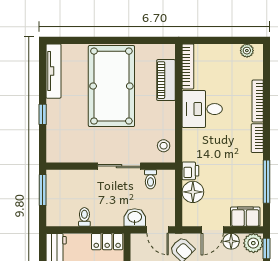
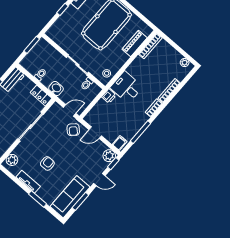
desk: (202, 109) -> (126, 87), moved
floor lamp: (193, 192) -> (102, 107), removed
washbasin: (135, 217) -> (56, 88), moved
filing cabinet: (245, 217) -> (120, 143), width x0.50
door: (158, 230) -> (70, 110), swing flipped
floor lamp: (231, 241) -> (99, 146), removed

